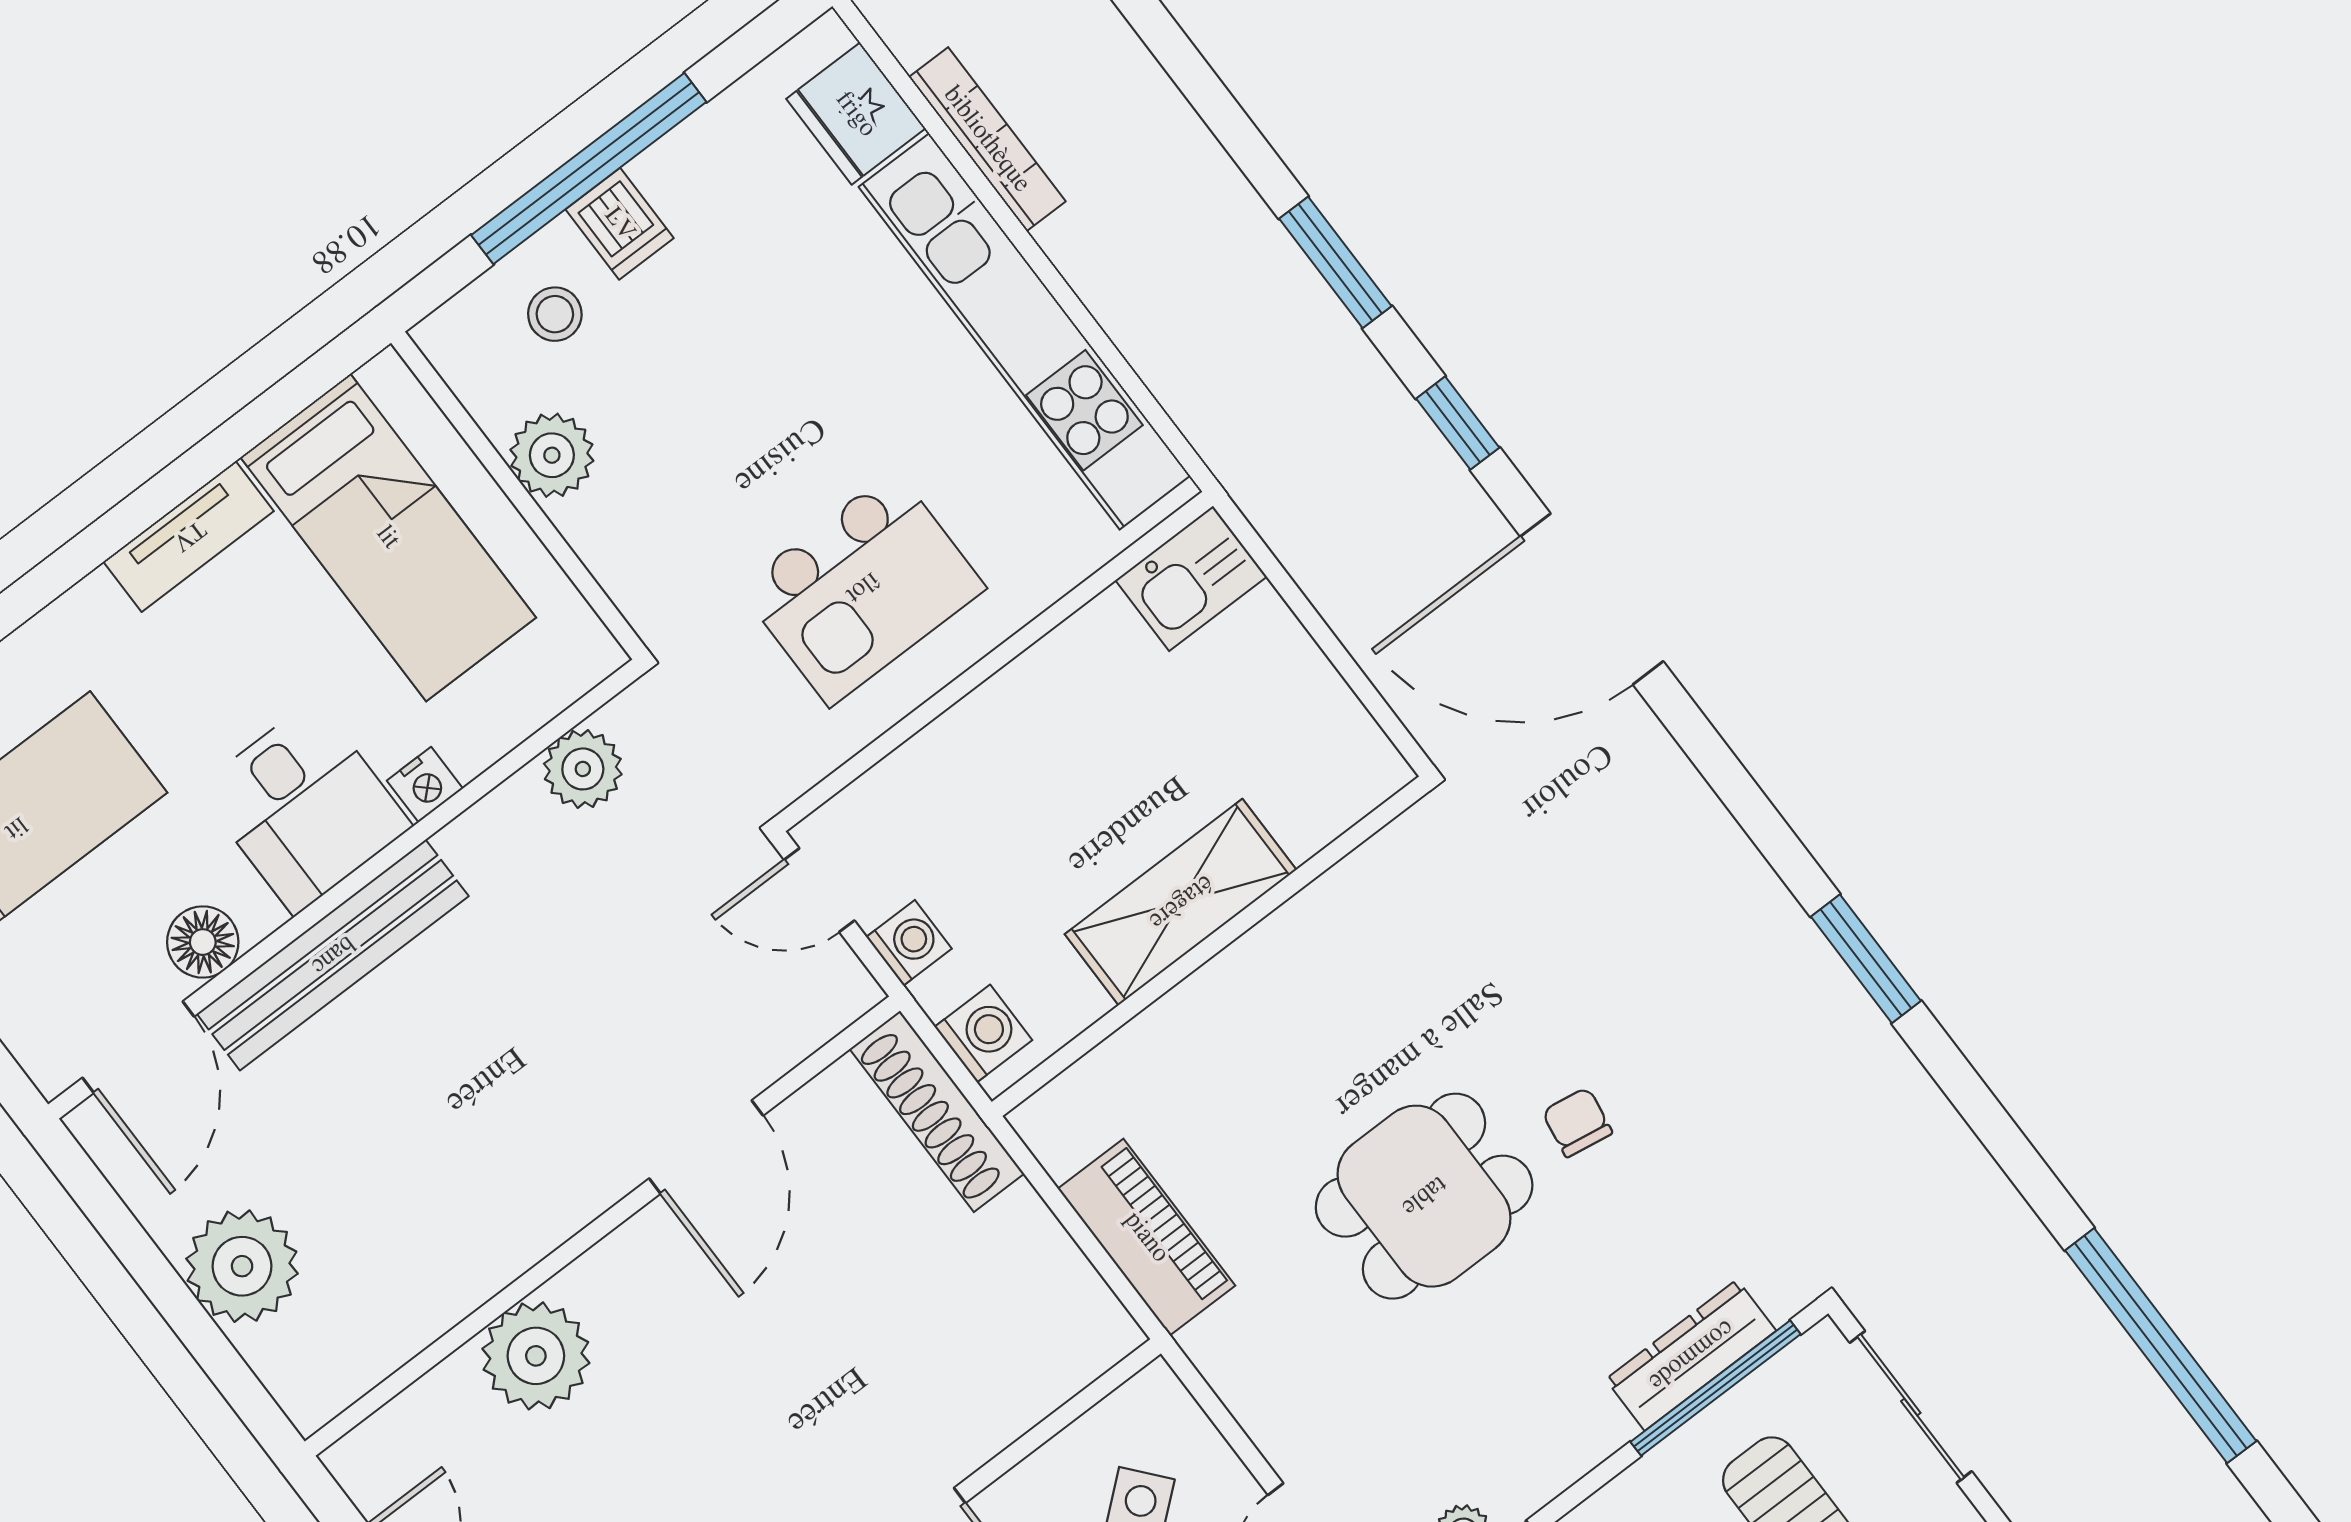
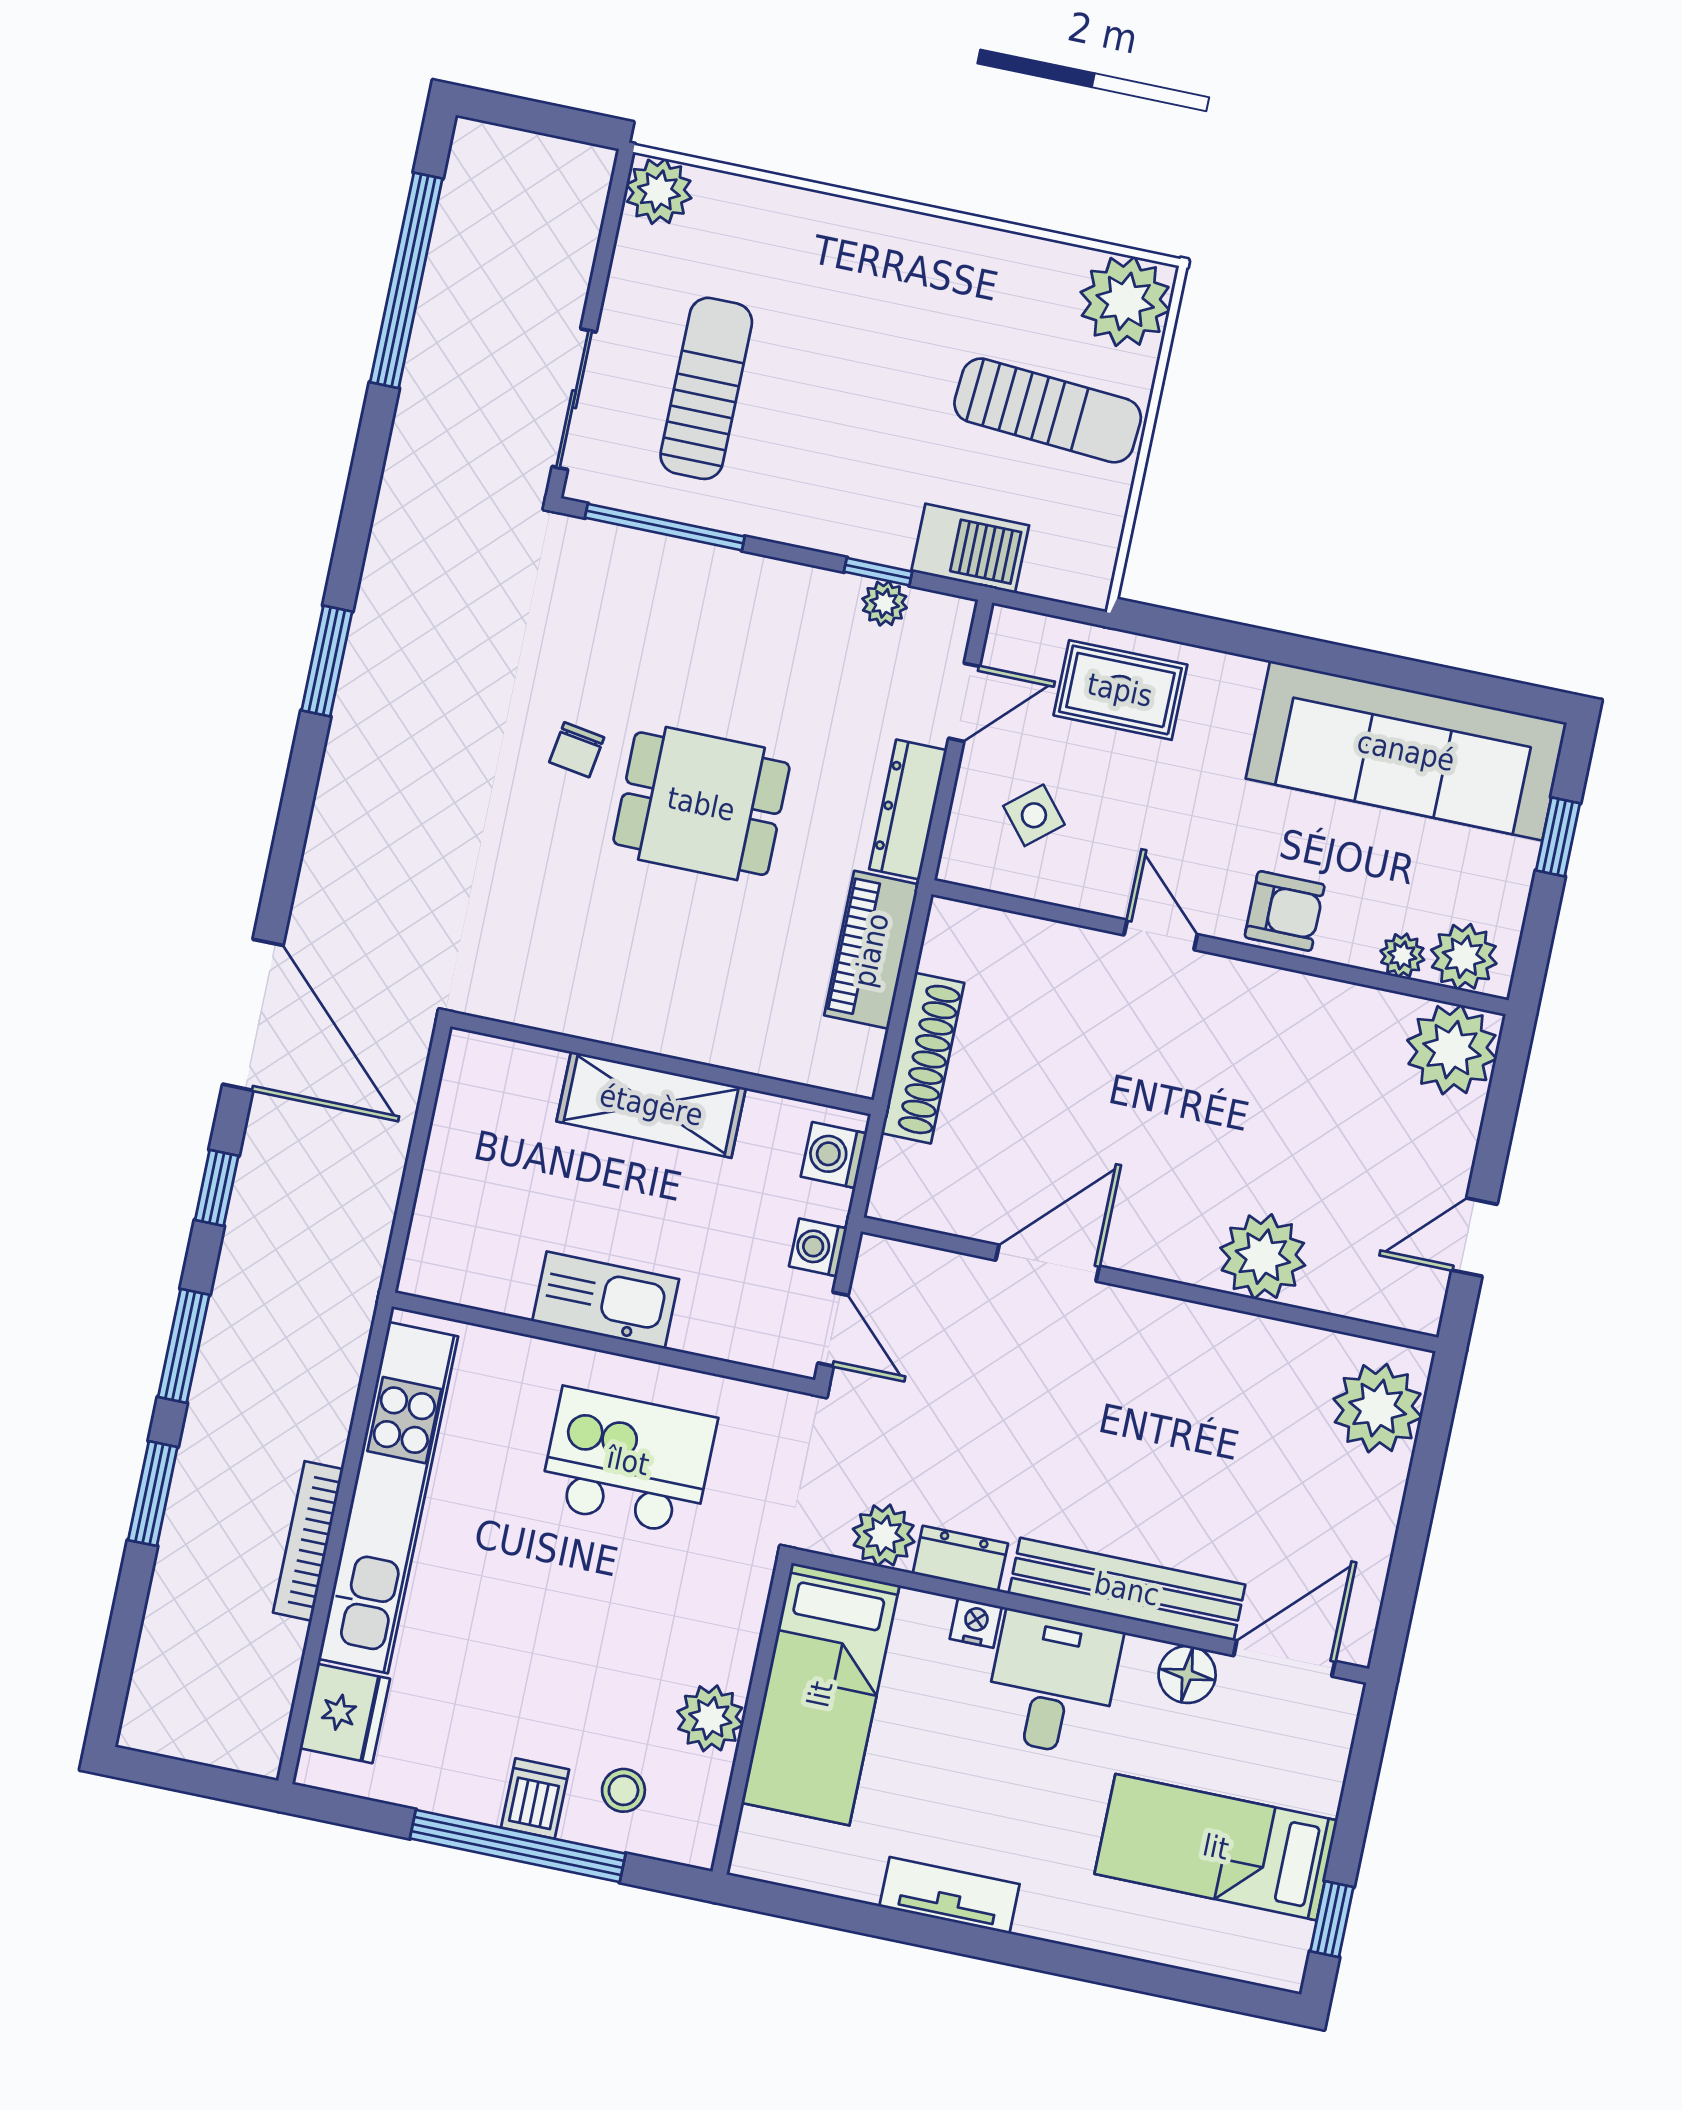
window: (1221, 112) -> (153, 1494), added
bookcase: (987, 139) -> (308, 1541), moved
bed: (388, 537) -> (820, 1694), moved, turned 180
kitchen sink: (1191, 578) -> (606, 1300), moved, width x1.38
dresser: (498, 823) -> (960, 1559), added
shoe rack: (937, 1111) -> (923, 1058), moved
plant: (242, 1266) -> (1378, 1408), moved
dresser: (1691, 1355) -> (908, 810), moved, turned 90

